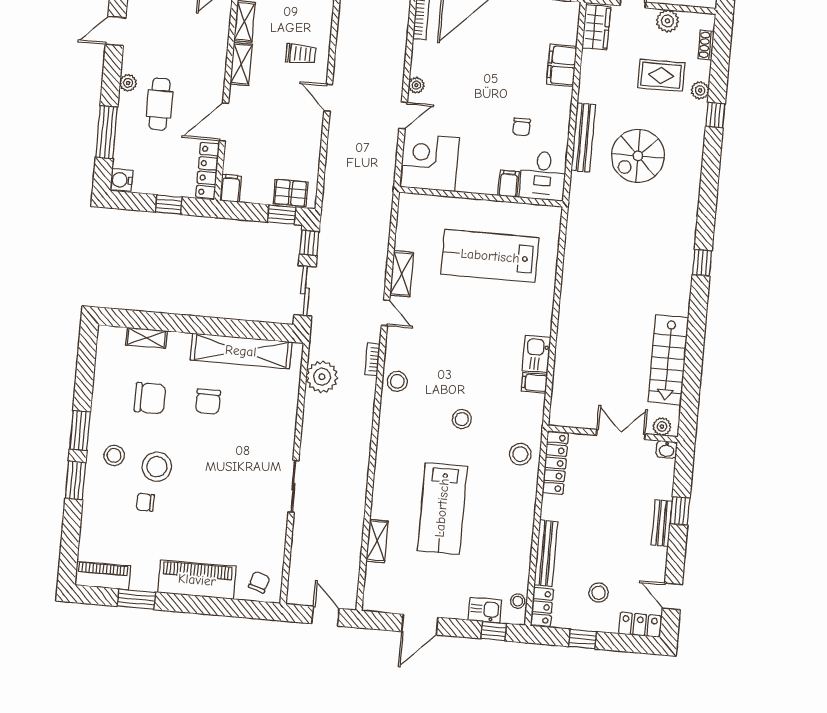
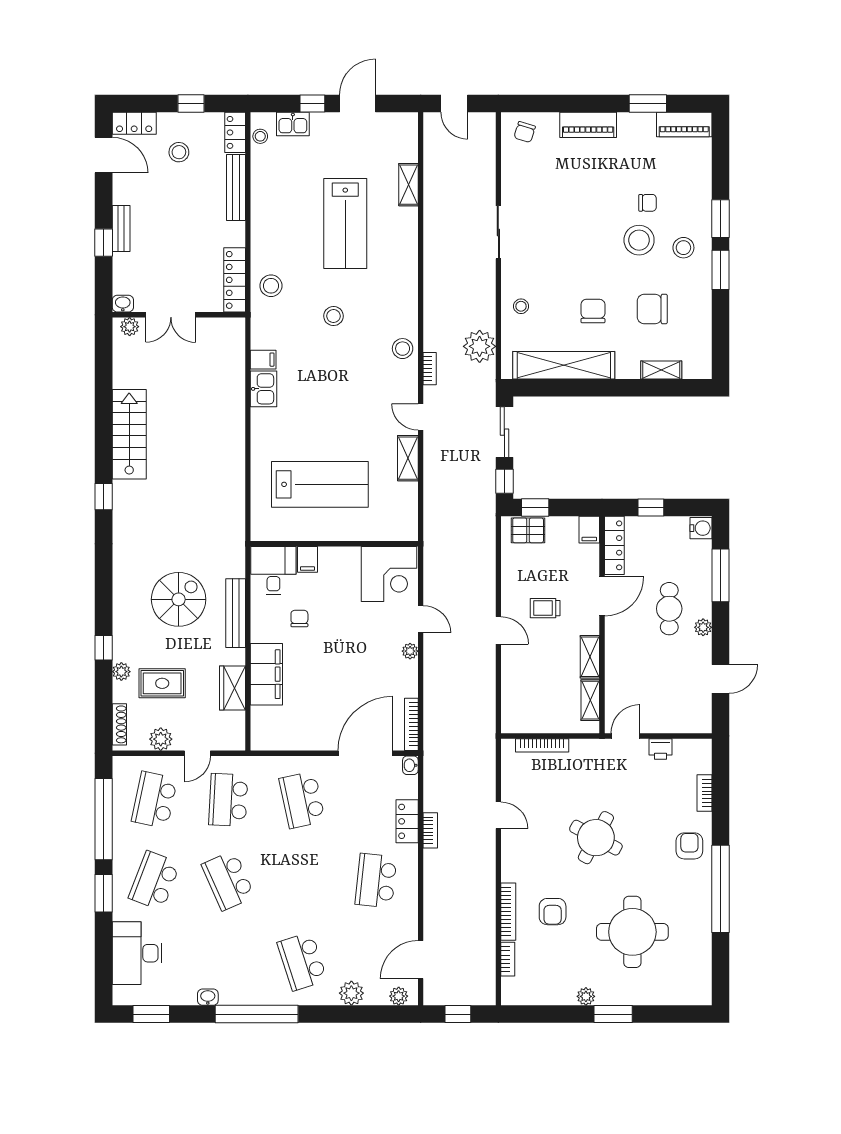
wardrobe: (596, 27) -> (232, 688), moved
shoe rack: (706, 45) -> (119, 724), width x1.43
trolley: (301, 54) -> (545, 608), moved
filing cabinet: (562, 65) -> (266, 674), width x1.50, depth x1.17
door: (403, 115) -> (421, 619), swing flipped
stairs: (668, 360) -> (129, 434), moved
stool: (278, 412) -> (521, 306), added
lab bench: (442, 508) -> (345, 224), turned 180
piano: (197, 580) -> (588, 125), width x0.73, depth x0.75
door: (672, 596) -> (104, 155), width x1.37
window: (494, 631) -> (312, 104), moved

